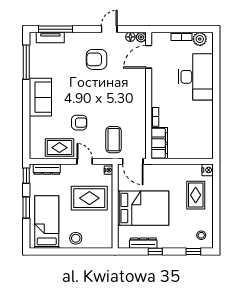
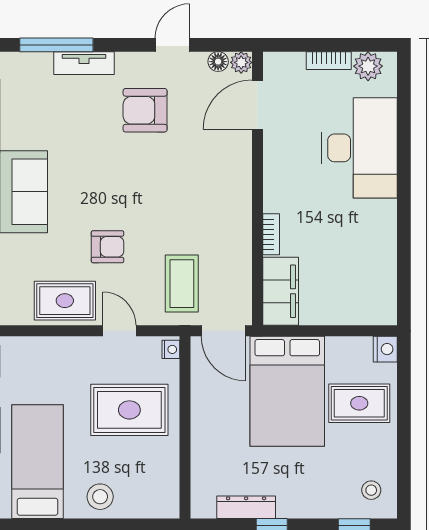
tv unit: (50, 38) -> (84, 63), moved
dresser: (47, 169) -> (38, 347), removed
rug: (196, 195) -> (359, 403), turned 90
bed: (143, 208) -> (287, 391), moved, turned 90

